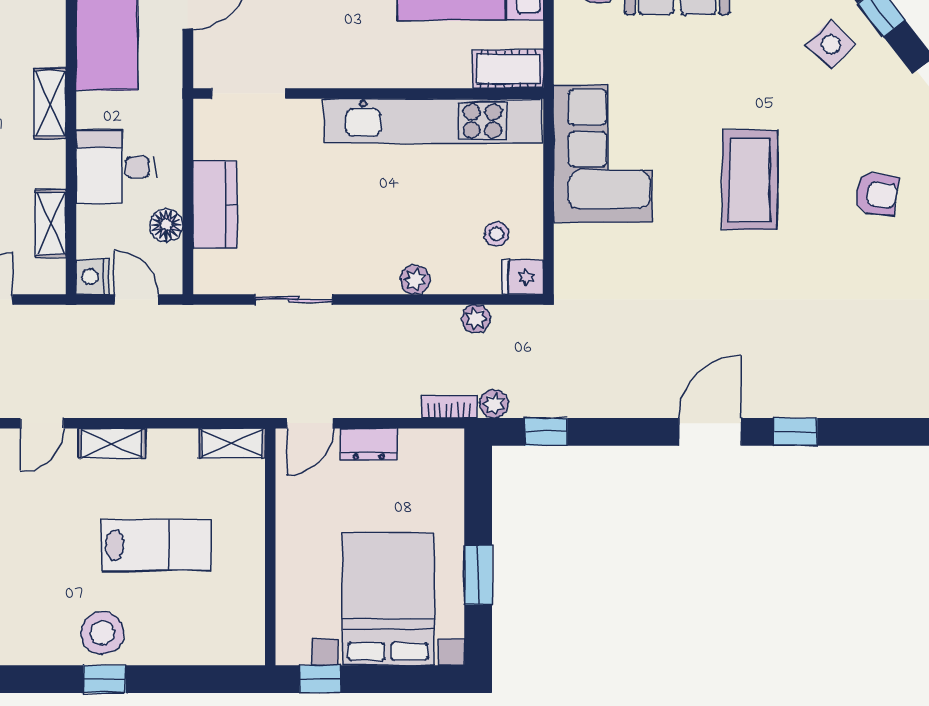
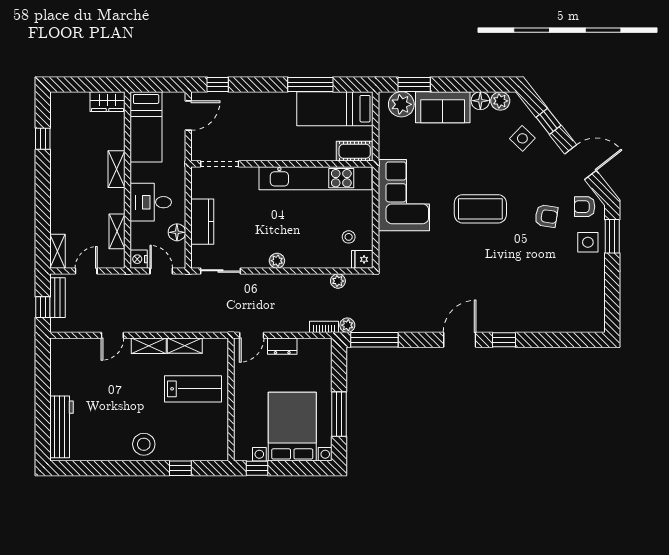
coffee table: (750, 180) -> (480, 209), turned 90
plant: (415, 280) -> (277, 261), moved
sliding door: (294, 300) -> (221, 271), moved
window: (546, 432) -> (374, 340), width x2.17
shelving: (232, 443) -> (185, 346), moved
lab bench: (156, 545) -> (193, 389), moved
window: (478, 575) -> (339, 414), width x1.44
window: (105, 679) -> (180, 468), moved

